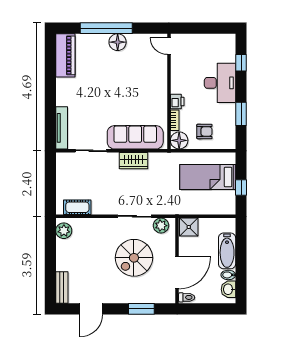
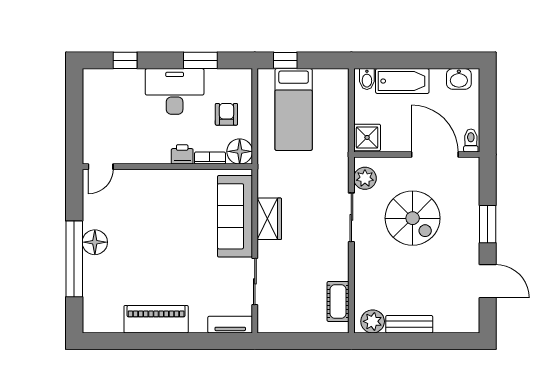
piano: (65, 55) -> (156, 319), moved
desk: (220, 83) -> (175, 91), moved
tv unit: (62, 128) -> (230, 325), width x0.71
window: (241, 187) -> (285, 60), moved
bidet: (228, 275) -> (367, 79), moved
bench: (62, 288) -> (409, 324), moved
window: (141, 309) -> (488, 224), moved

